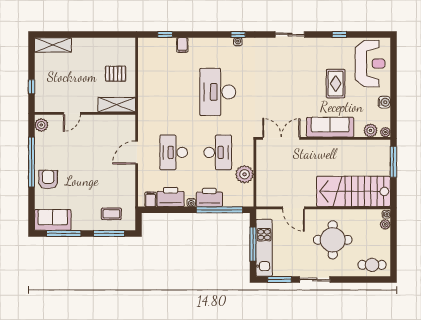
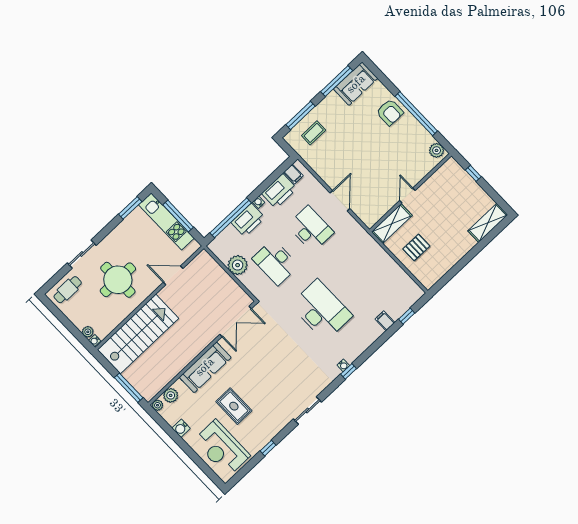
door: (72, 113) -> (407, 196), moved
sliding door: (315, 280) -> (82, 254), moved

